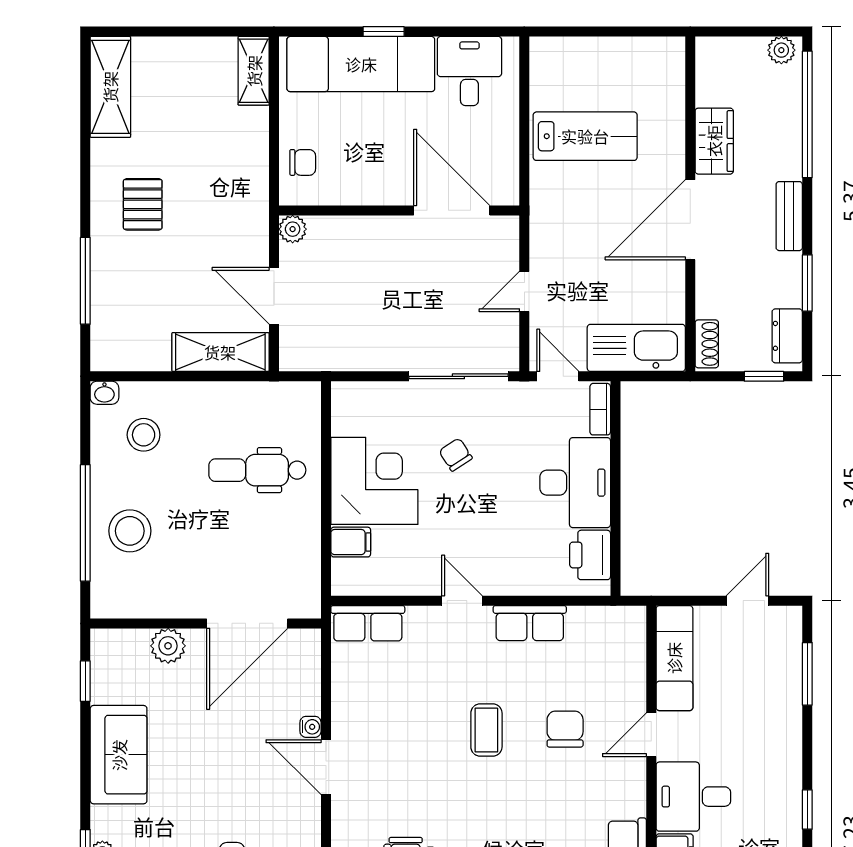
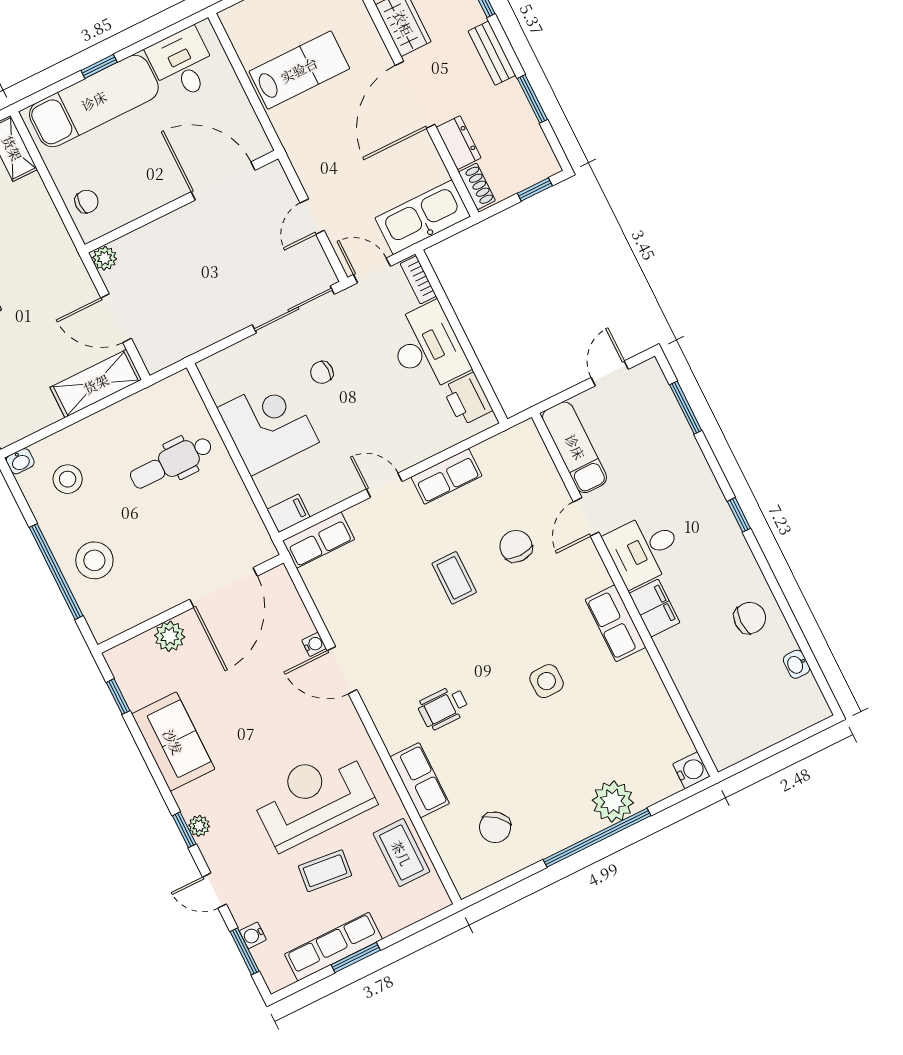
dresser: (787, 336) -> (459, 143), moved, turned 180
chair: (456, 455) -> (322, 372), turned -57
filing cabinet: (351, 542) -> (289, 513), moved

